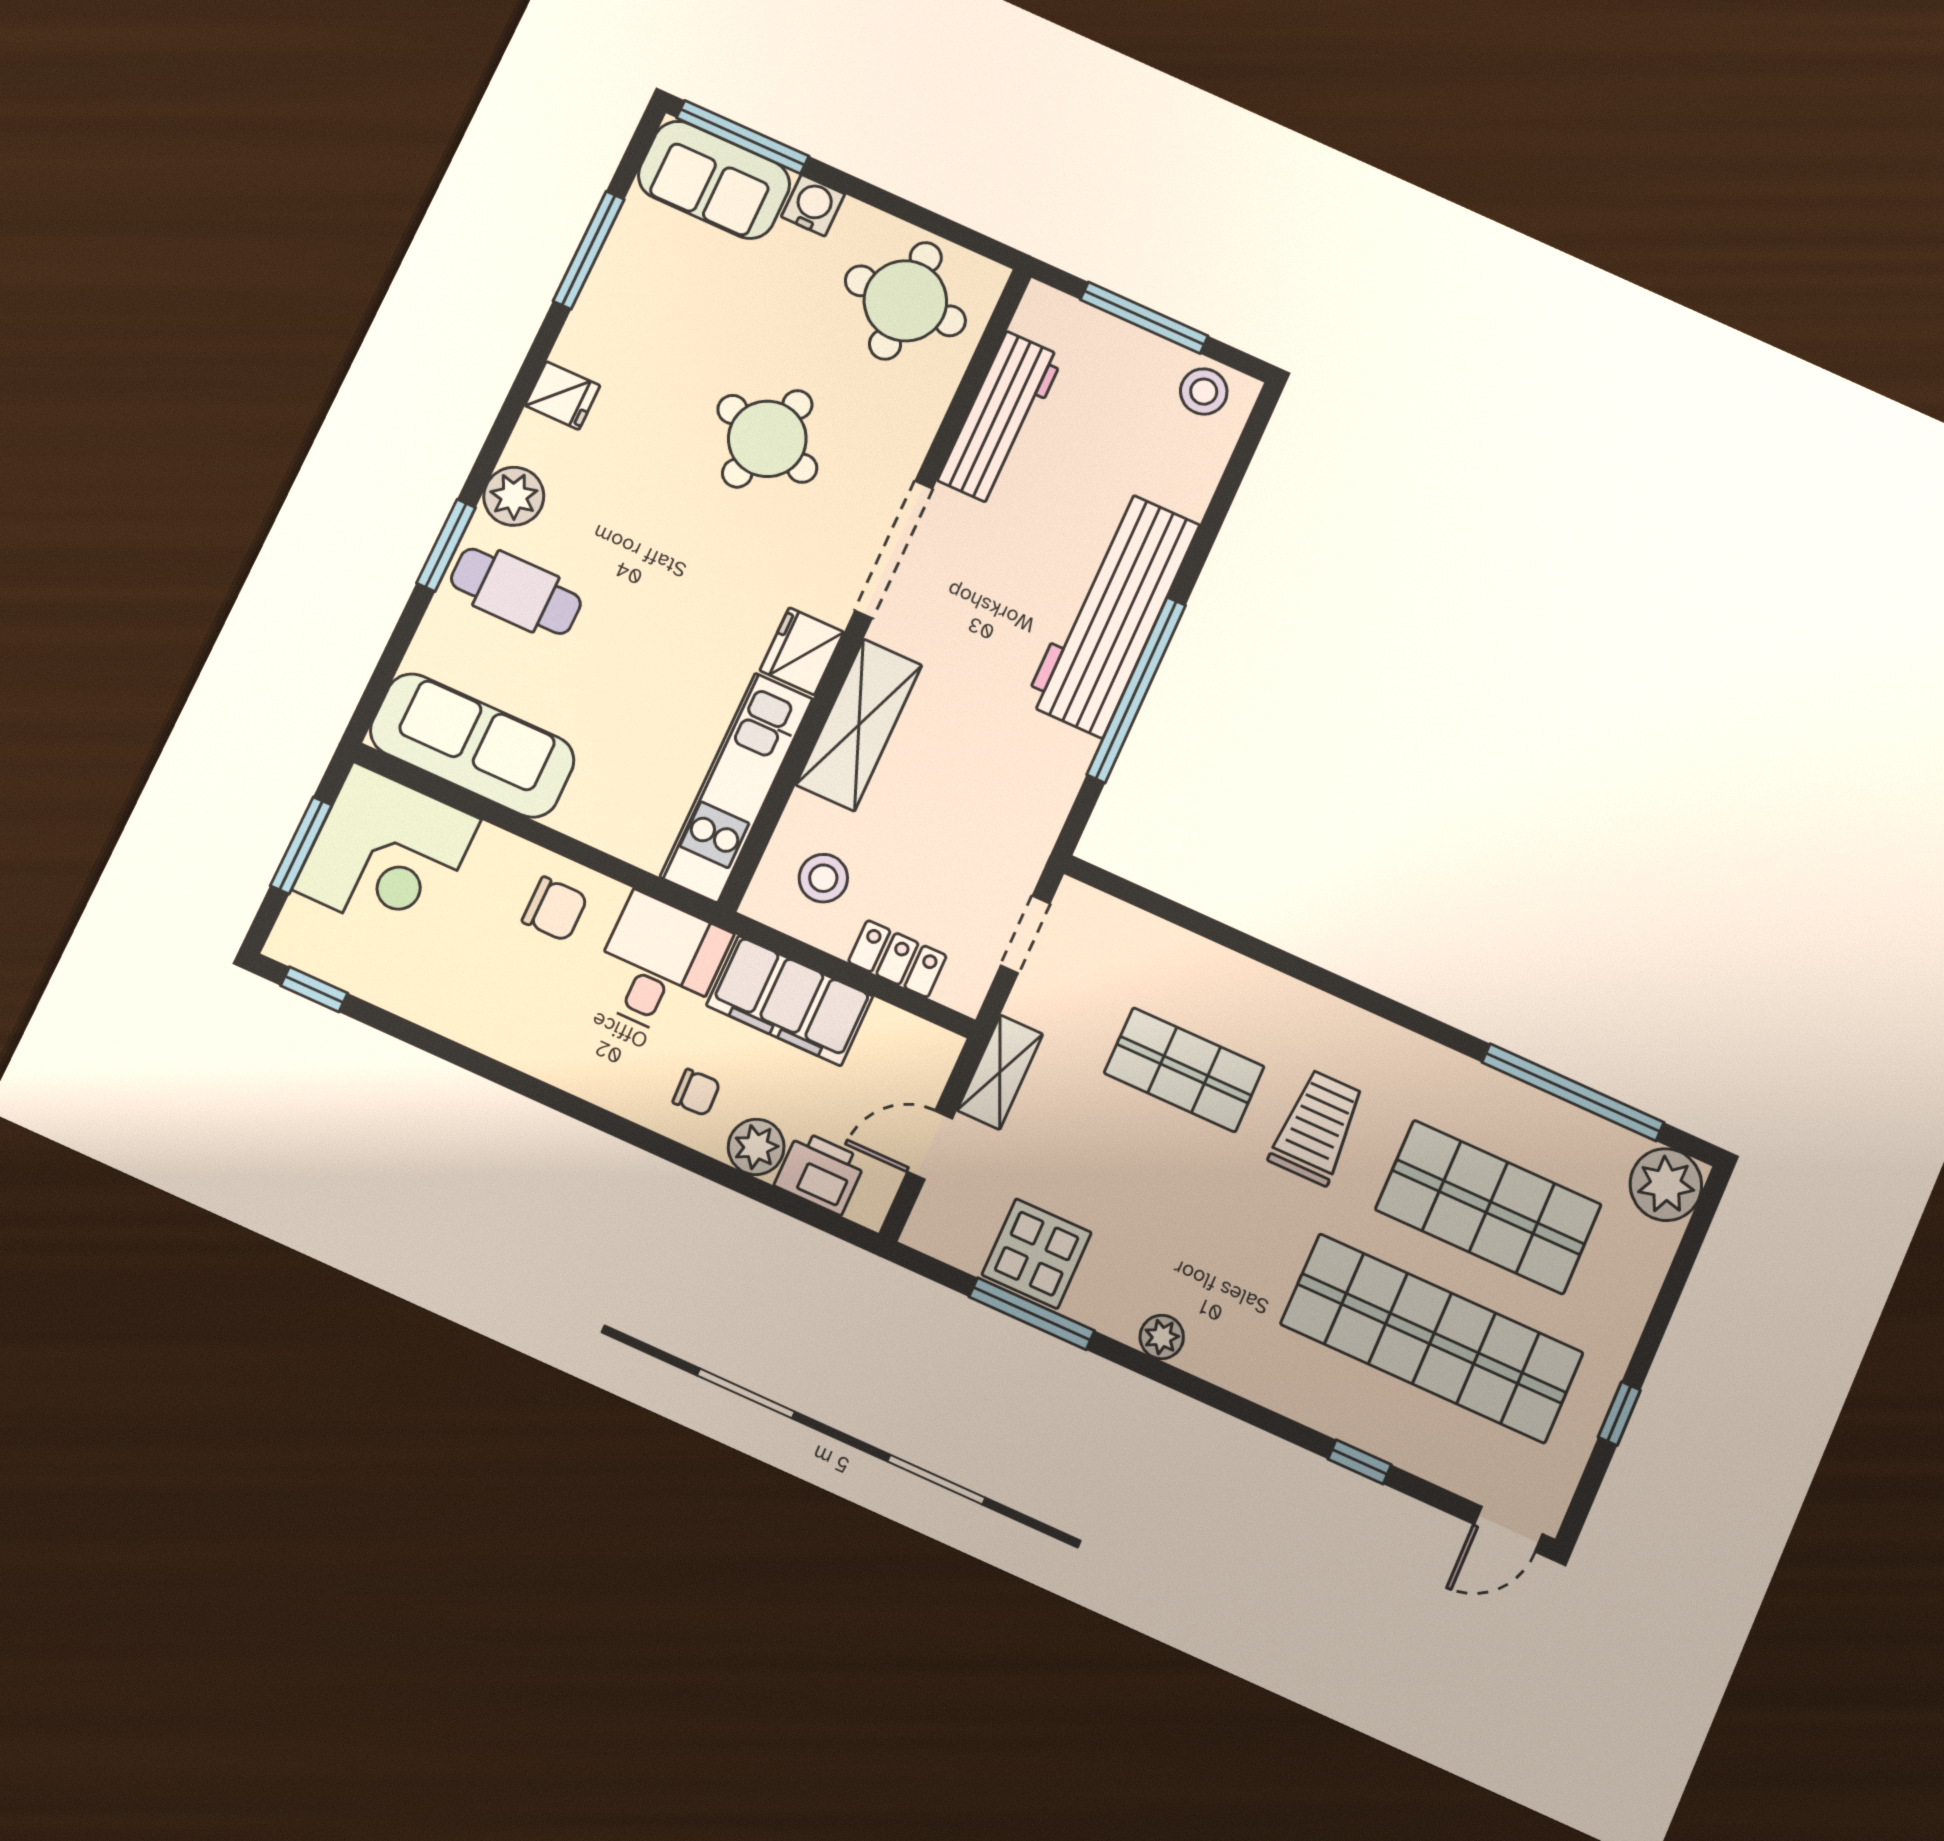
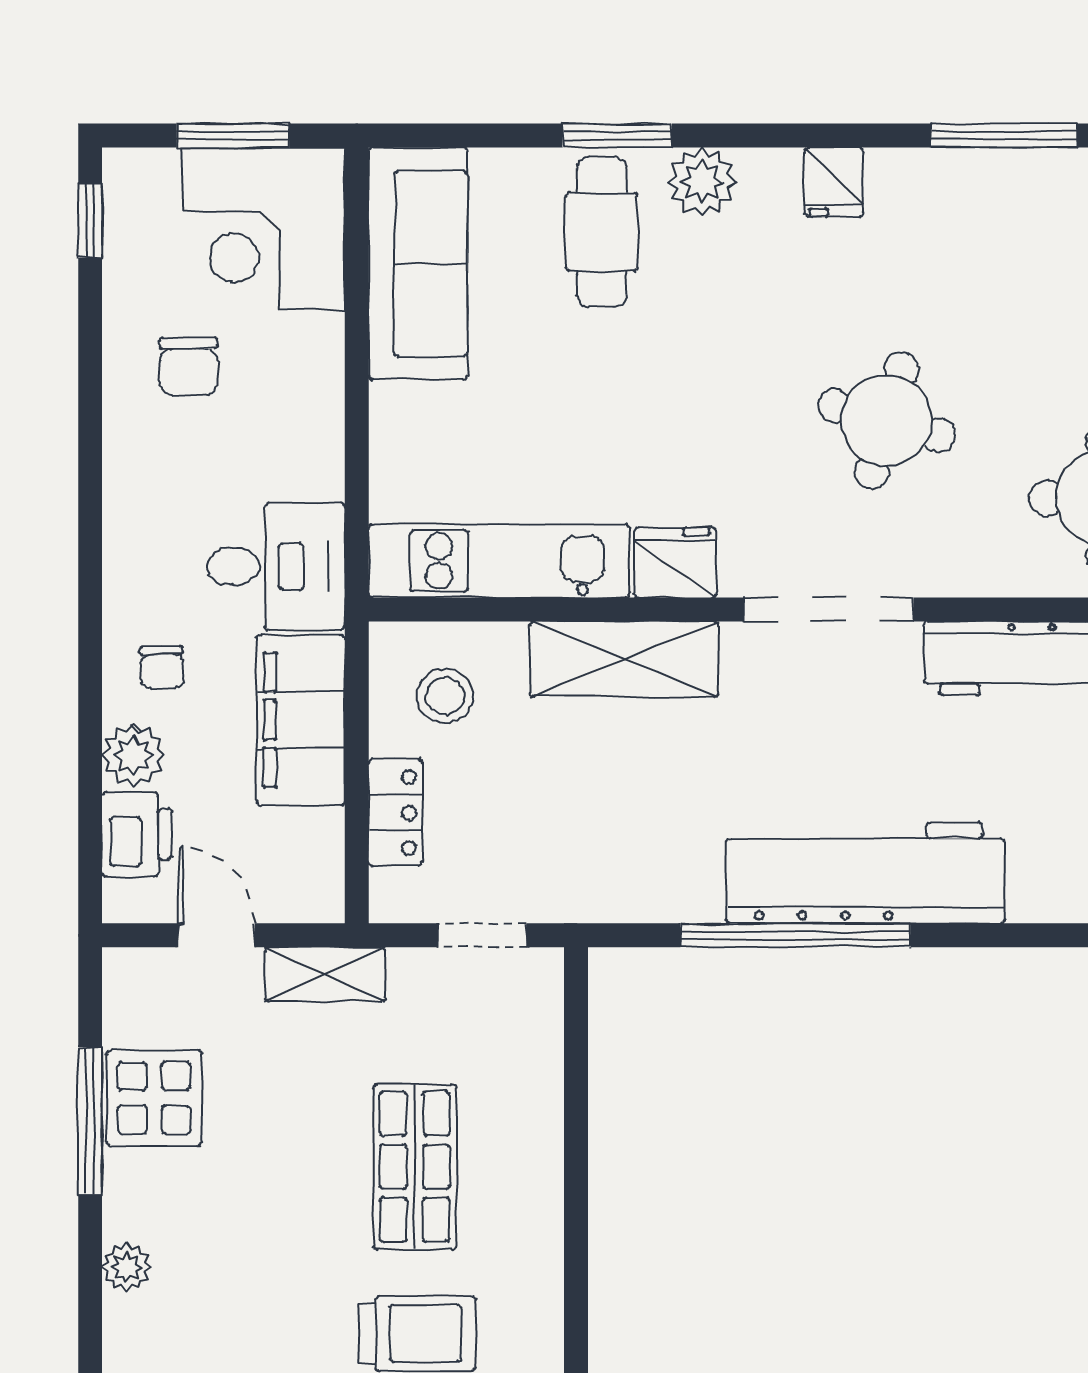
chair: (555, 909) -> (189, 366), moved

